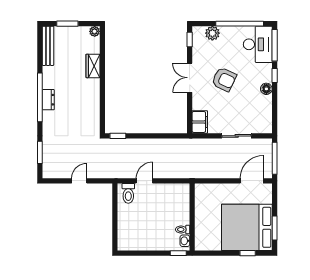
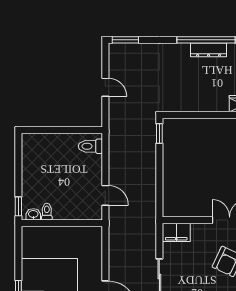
dresser: (48, 100) -> (209, 50), width x1.44
window: (40, 152) -> (125, 40), moved
door: (144, 181) -> (105, 195), moved

